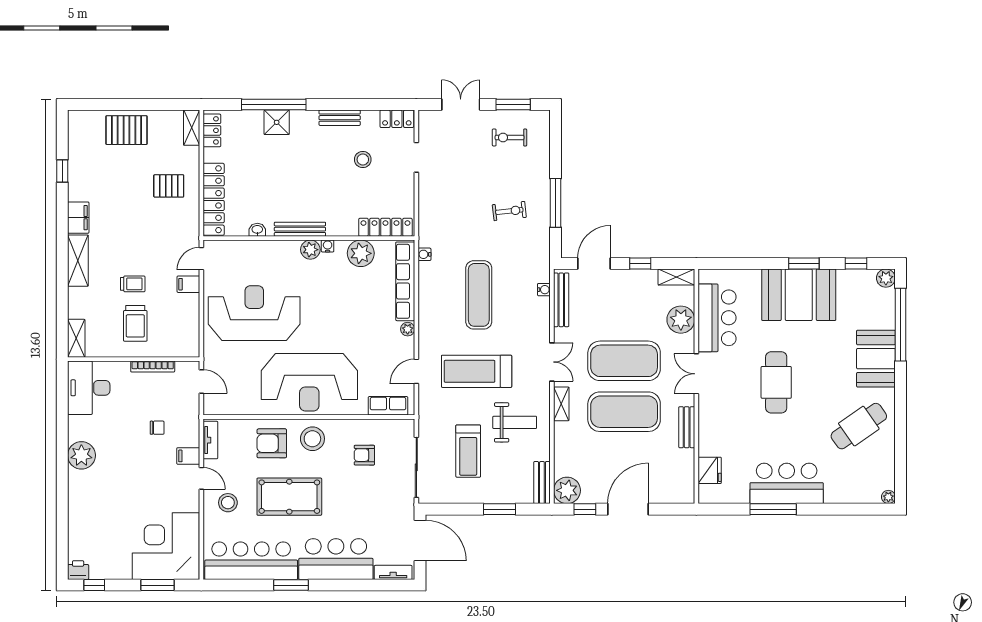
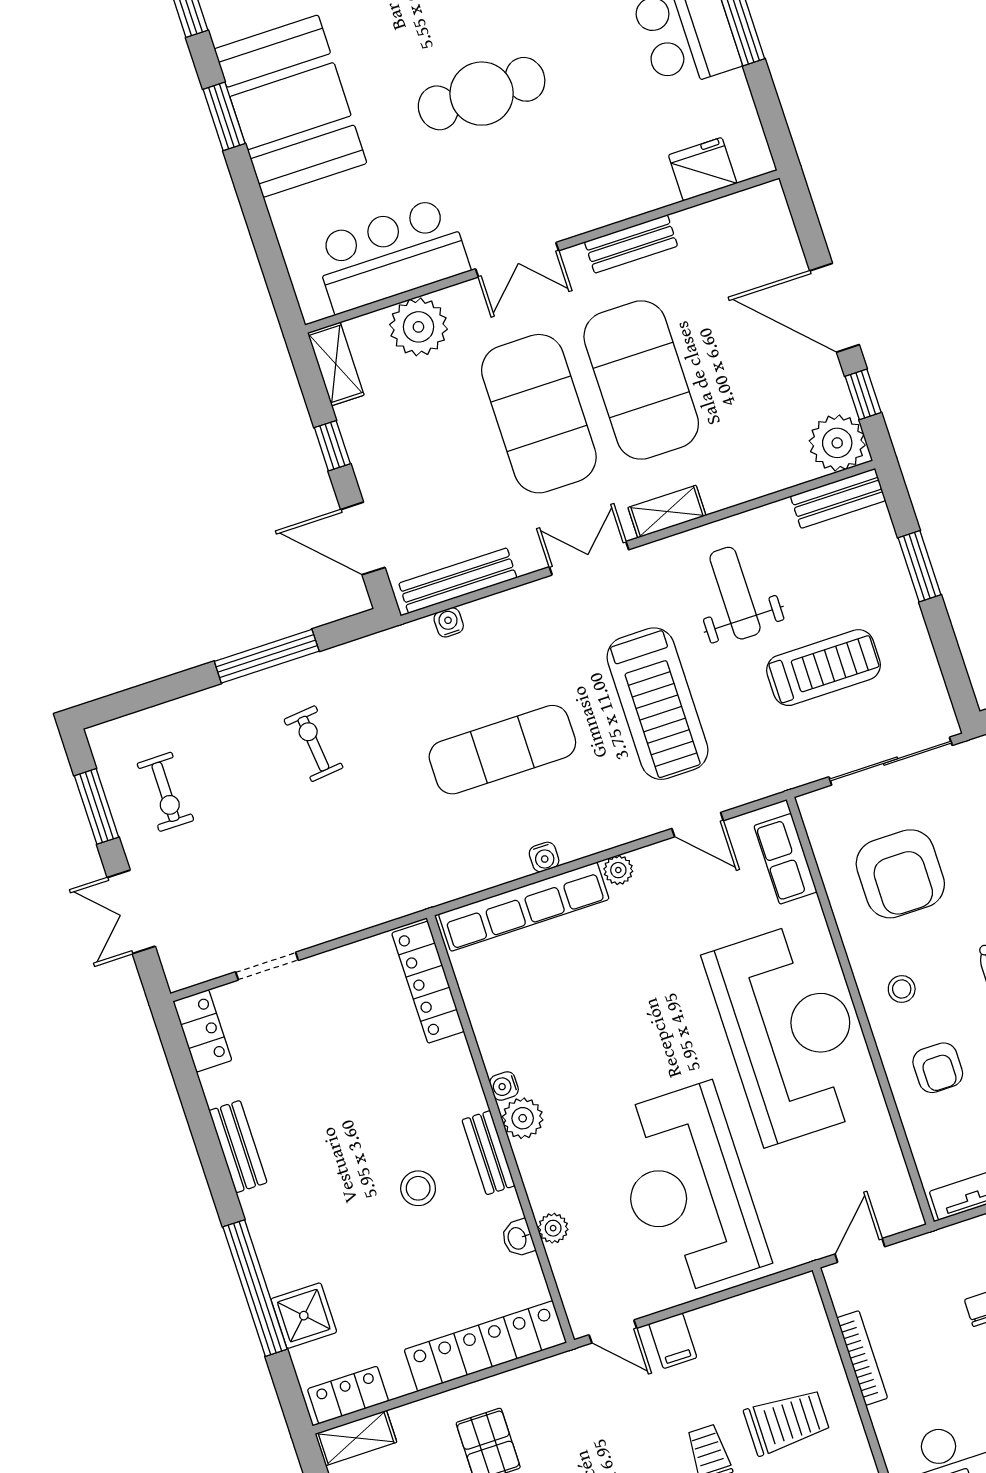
shower: (277, 122) -> (304, 1316), moved
stool: (363, 160) -> (418, 1188), moved
bench: (300, 229) -> (488, 1153), width x0.73
plant: (361, 253) -> (553, 1228), moved, width x0.53, depth x0.53
water cooler: (424, 254) -> (544, 857), moved
stool: (312, 439) -> (902, 989), width x0.53, depth x0.53
armchair: (272, 443) -> (938, 1068), width x0.72, depth x0.72
armchair: (364, 455) -> (900, 874), width x1.88, depth x1.88

